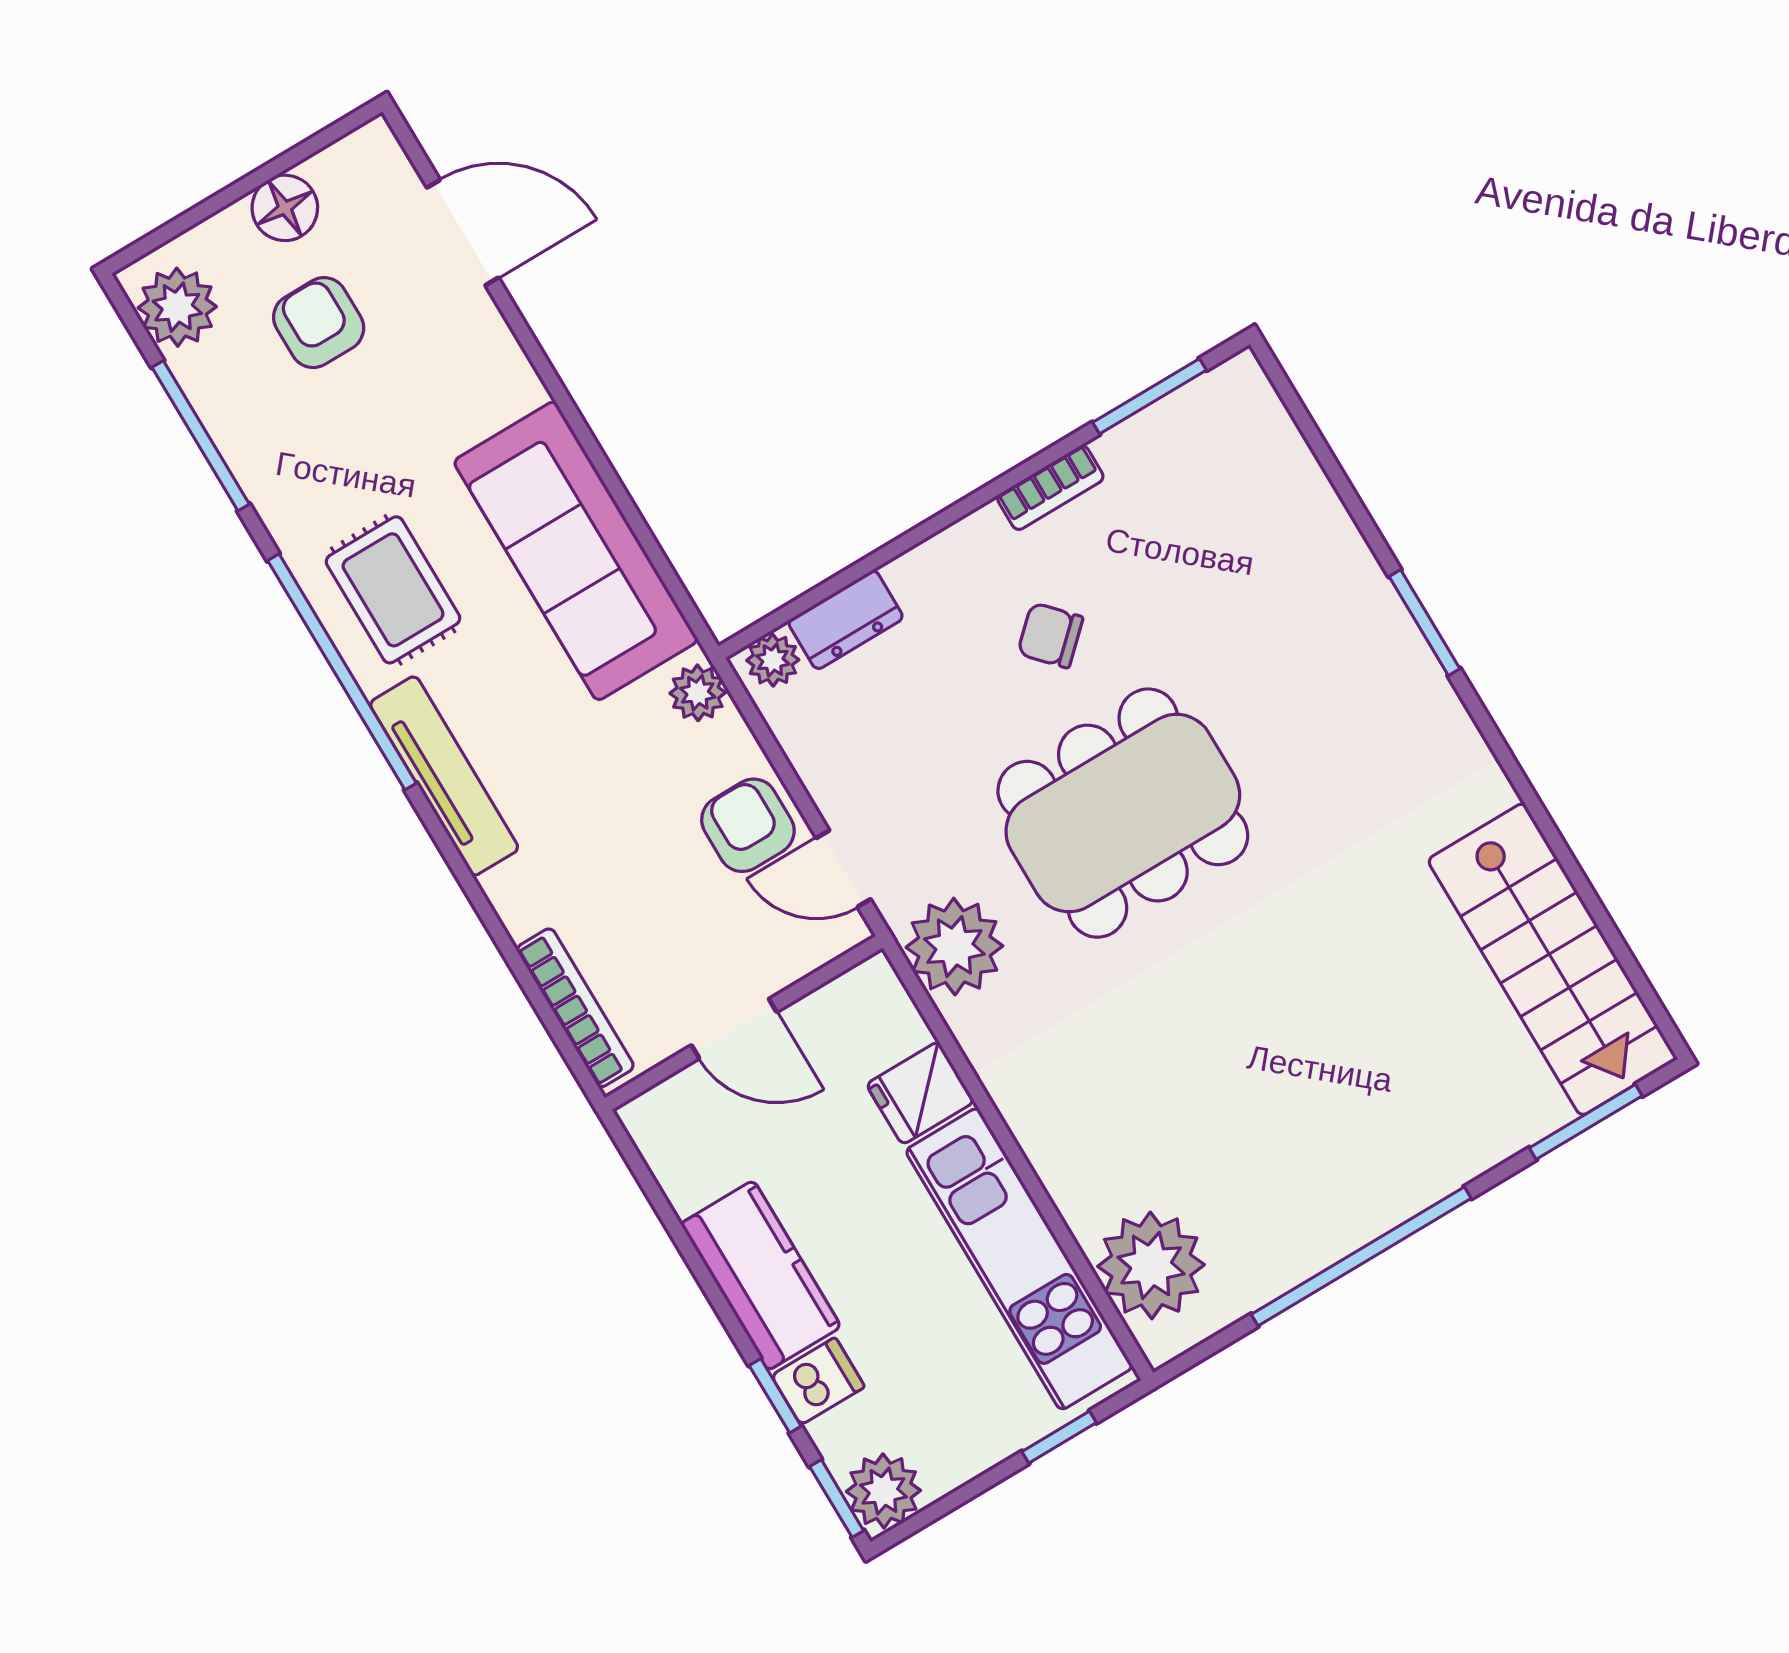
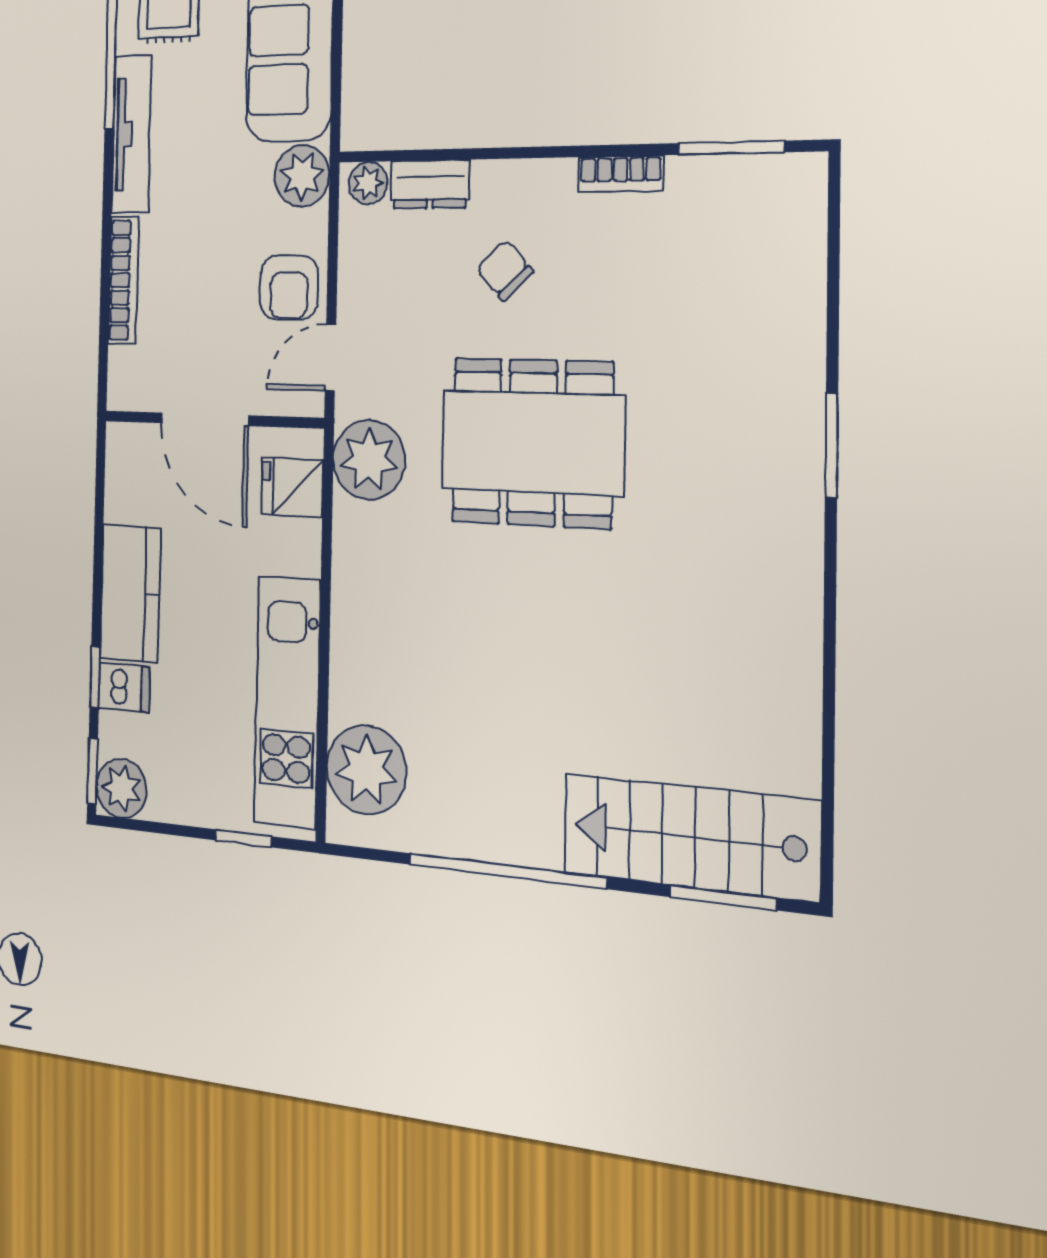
chair: (1050, 635) -> (505, 270), moved
plant: (698, 693) -> (302, 176), width x1.38, depth x1.38
armchair: (748, 825) -> (289, 288), turned 180
door: (843, 869) -> (331, 358), hinge flipped
stairs: (1552, 959) -> (690, 837), moved, turned 90
bookcase: (575, 1008) -> (123, 280), moved
door: (734, 1029) -> (205, 419), width x1.38
fridge: (920, 1093) -> (292, 487), moved

